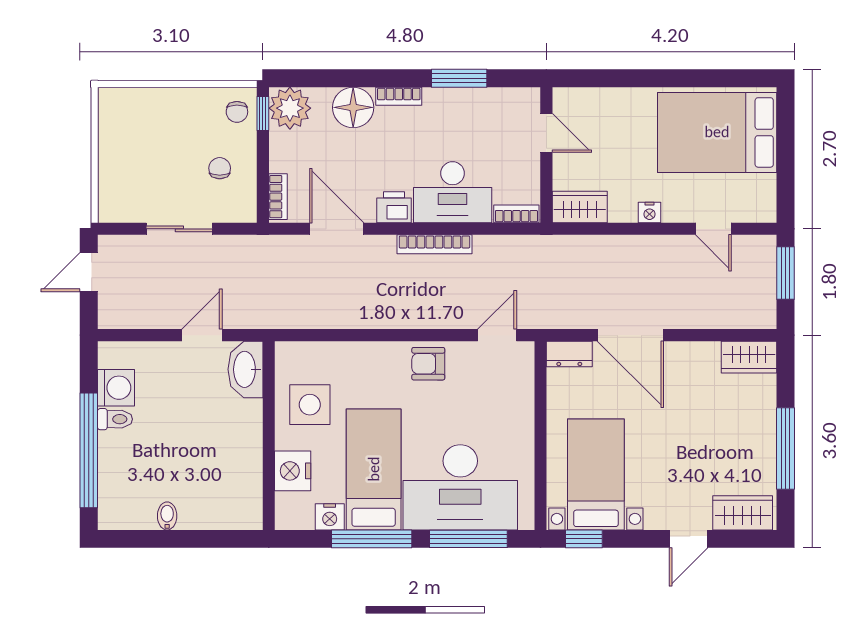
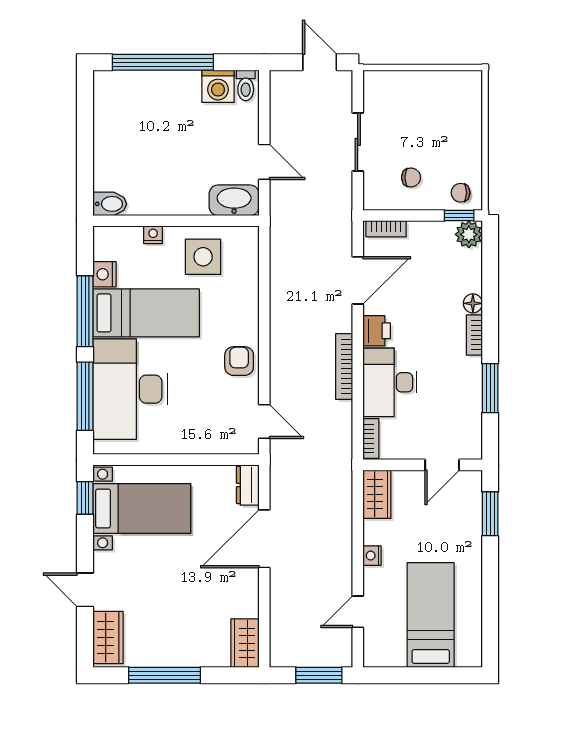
window: (602, 78) -> (490, 514), added
floor lamp: (353, 107) -> (473, 303), width x0.53, depth x0.53
plant: (290, 108) -> (469, 234), width x0.73, depth x0.73
bed: (717, 132) -> (431, 615), width x0.67
toilet: (115, 419) -> (246, 85), moved
nightstand: (293, 471) -> (153, 235), width x0.53, depth x0.56
bidet: (167, 516) -> (110, 204), moved, width x1.38, depth x1.36

